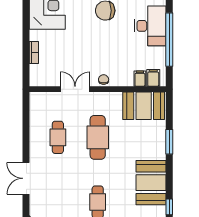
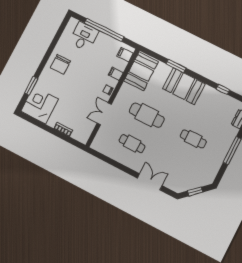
desk: (150, 26) -> (84, 36), width x0.73
filing cabinet: (140, 79) -> (116, 74), moved
double door: (26, 178) -> (150, 182), swing flipped
booth: (151, 183) -> (184, 86), moved

